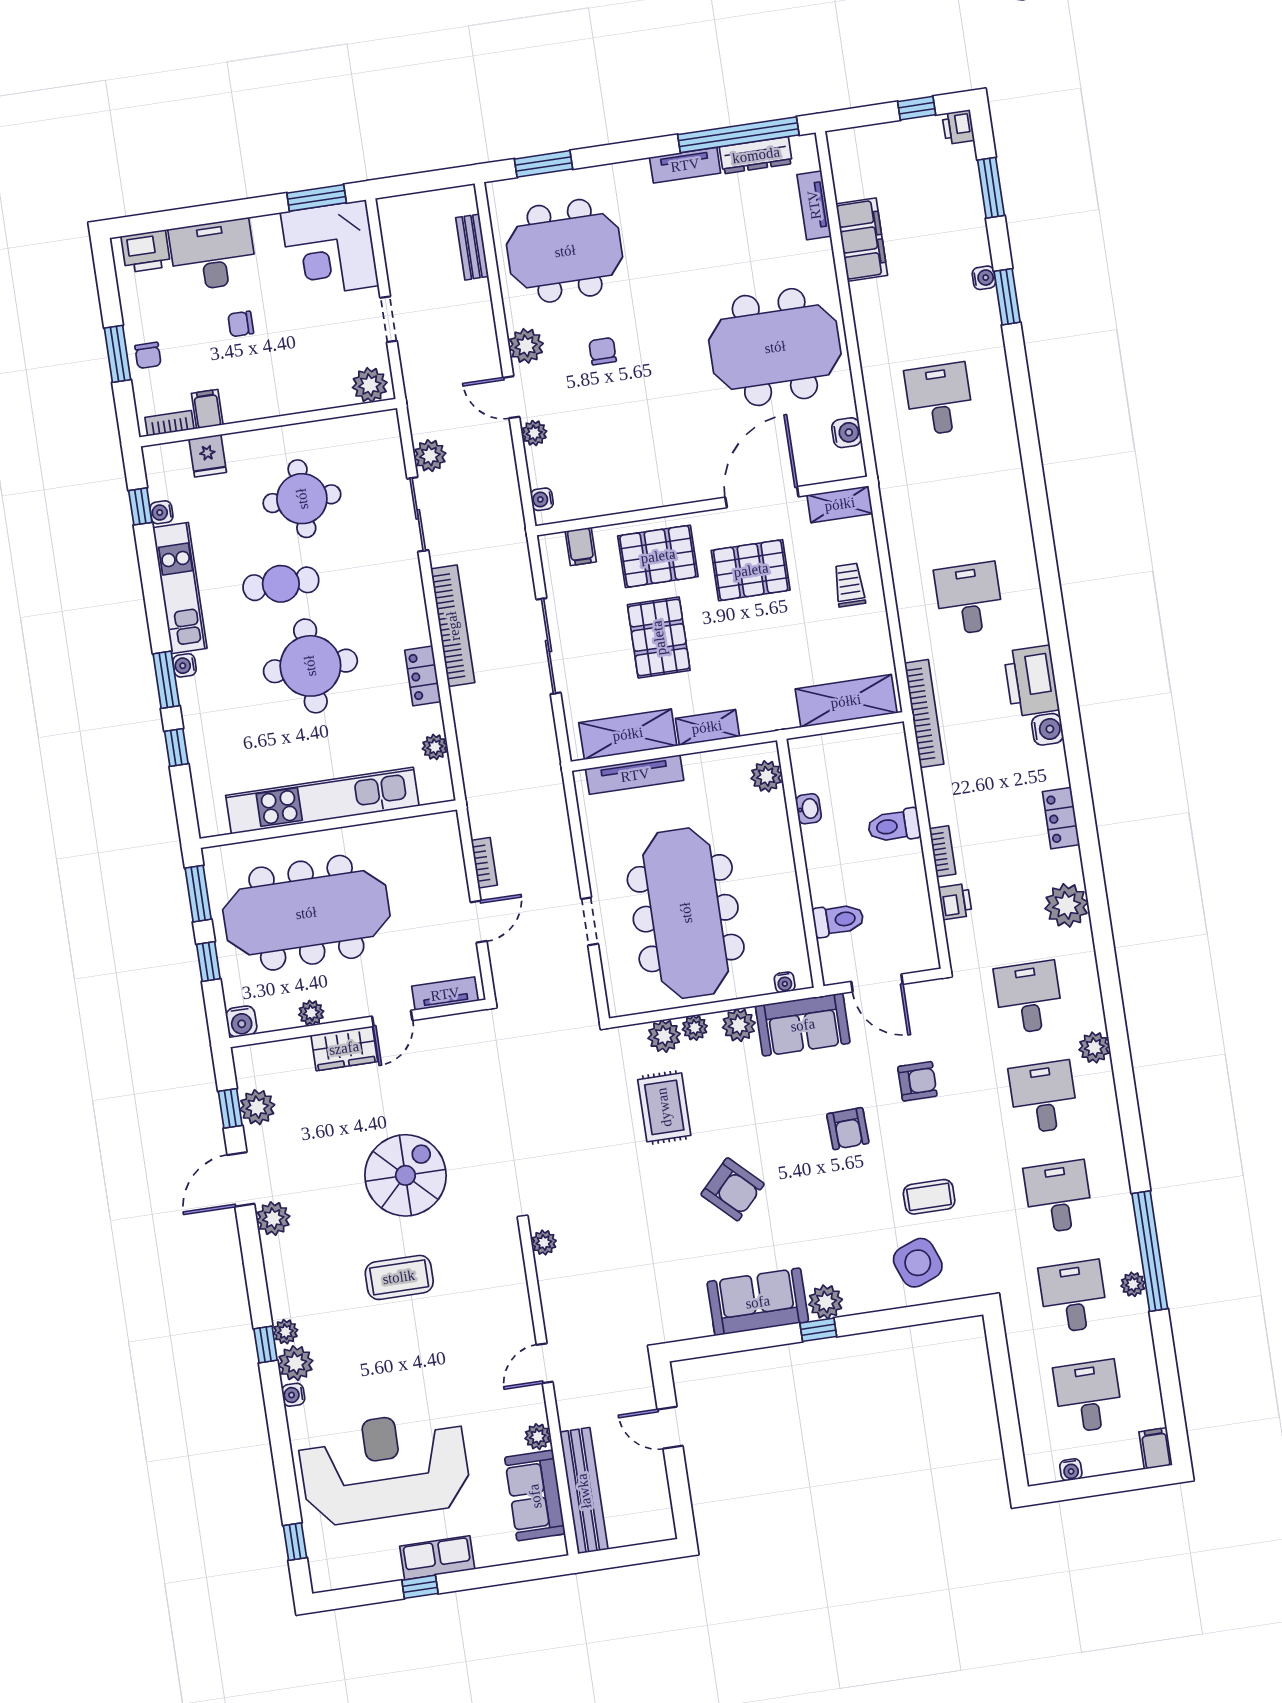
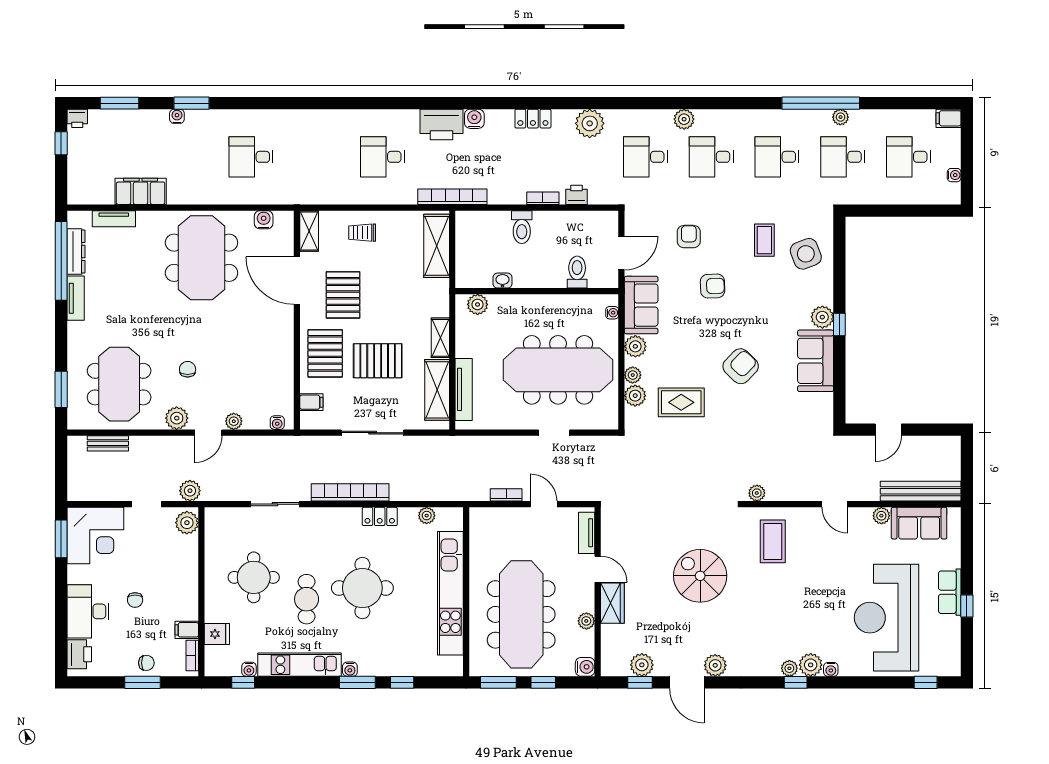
chair: (603, 351) -> (188, 369), turned 90
plant: (430, 456) -> (190, 491), moved
coffee table: (399, 1277) -> (773, 541), moved

